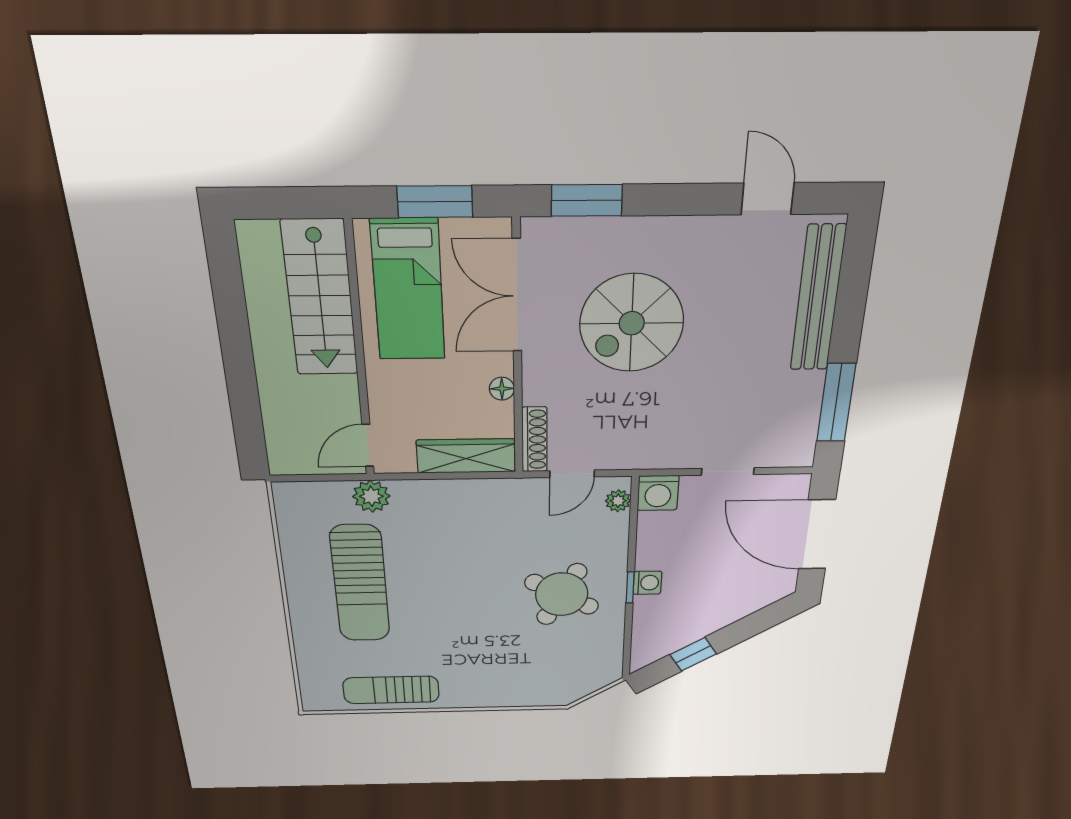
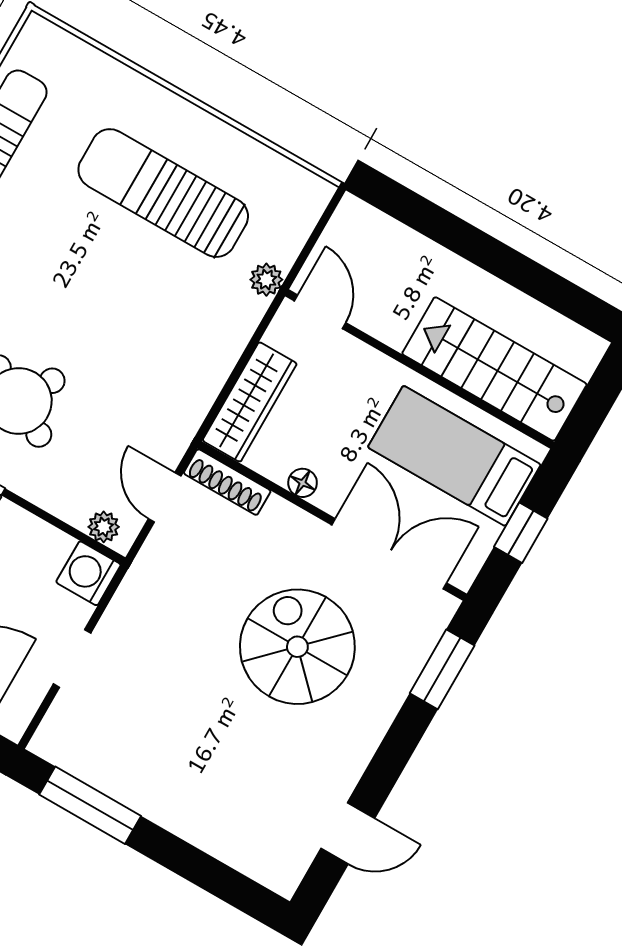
window: (435, 202) -> (521, 533), width x0.67
bench: (818, 299) -> (218, 836), removed
plant: (371, 496) -> (266, 280), width x0.73, depth x0.73

